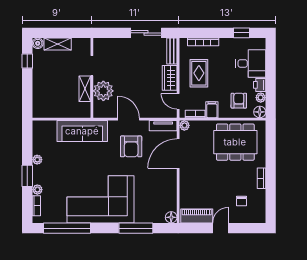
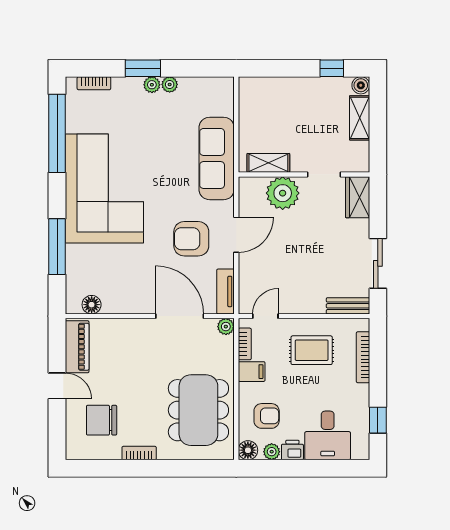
wardrobe: (170, 78) -> (358, 197), moved, turned -90
shelving: (85, 89) -> (268, 163), moved
plant: (37, 190) -> (152, 85), moved
chair: (241, 201) -> (102, 420), width x1.87, depth x1.87
floor lamp: (171, 217) -> (92, 305), moved

